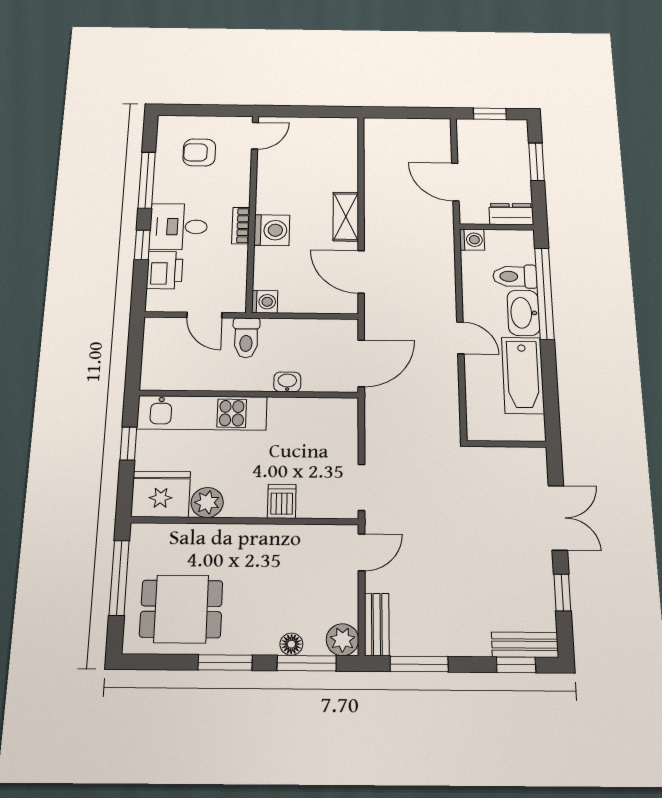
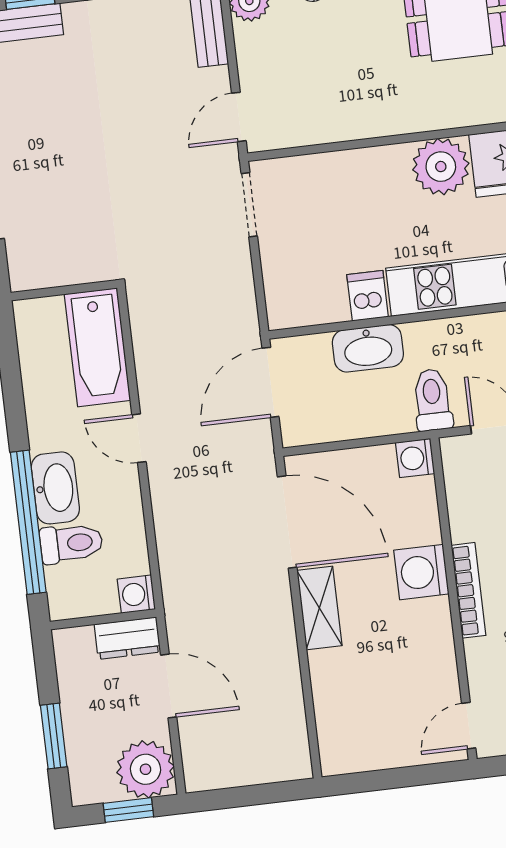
plant: (476, 136) -> (146, 769), added
dresser: (511, 214) -> (127, 638), moved
bookcase: (241, 226) -> (468, 590), width x1.56
door: (361, 272) -> (287, 522), width x1.36
bathtub: (523, 375) -> (97, 347), moved, turned 180
washbasin: (287, 382) -> (368, 348), width x1.91, depth x1.45
dishwasher: (282, 501) -> (368, 296), moved, turned 180
plant: (207, 502) -> (441, 167), width x1.36, depth x1.36

